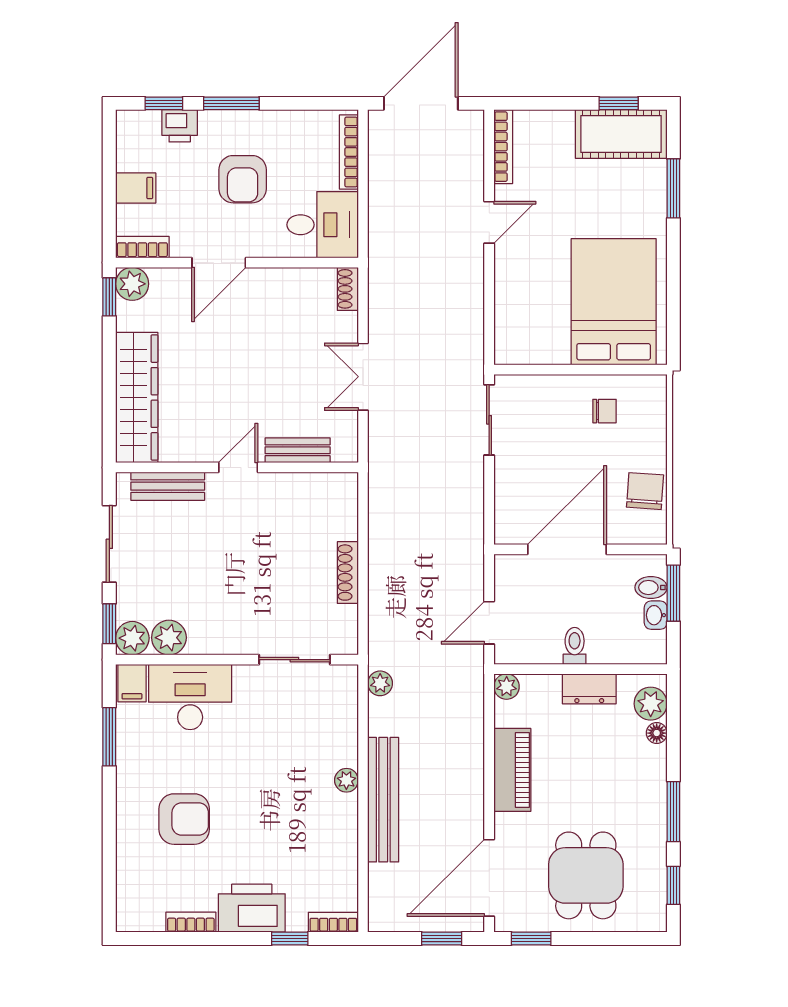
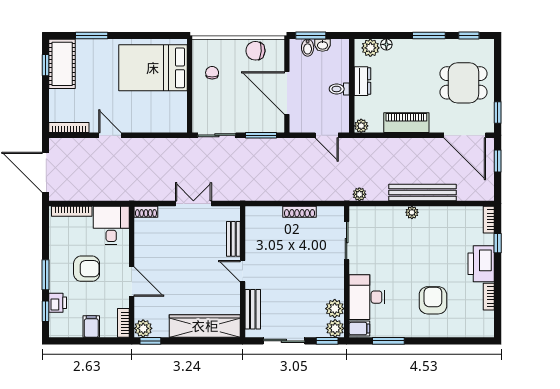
double door: (363, 377) -> (193, 203), swing flipped
window: (489, 501) -> (261, 135), added

